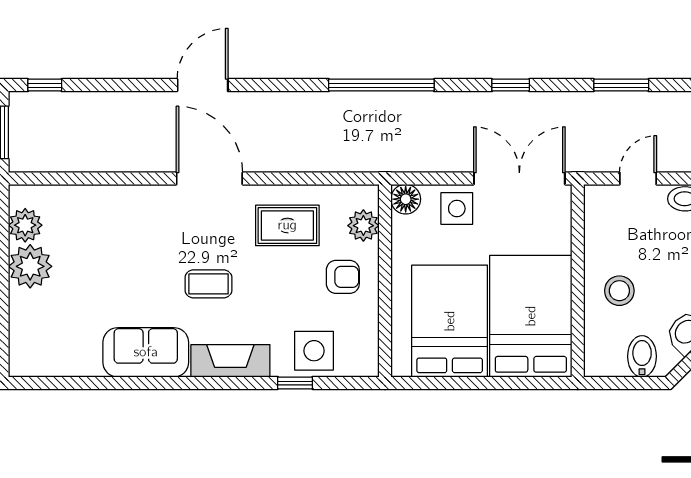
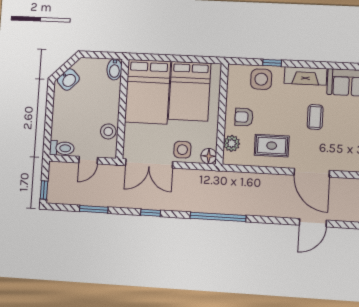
coffee table: (208, 284) -> (315, 117), turned 90
stool: (619, 291) -> (108, 131), moved
bidet: (642, 356) -> (114, 69), moved

